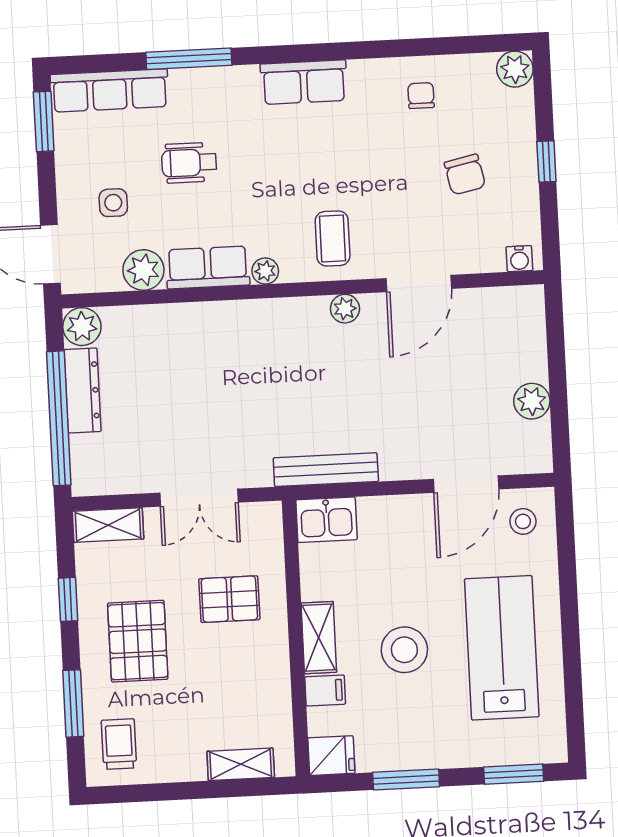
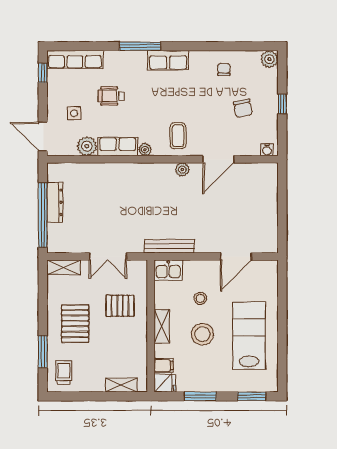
window: (189, 59) -> (140, 46), moved
window: (44, 121) -> (43, 73), width x0.67
plant: (82, 327) -> (56, 172), removed
plant: (532, 401) -> (269, 218), removed
stool: (523, 521) -> (200, 298), moved
window: (68, 599) -> (43, 302), removed
filing cabinet: (325, 690) -> (164, 366), moved

